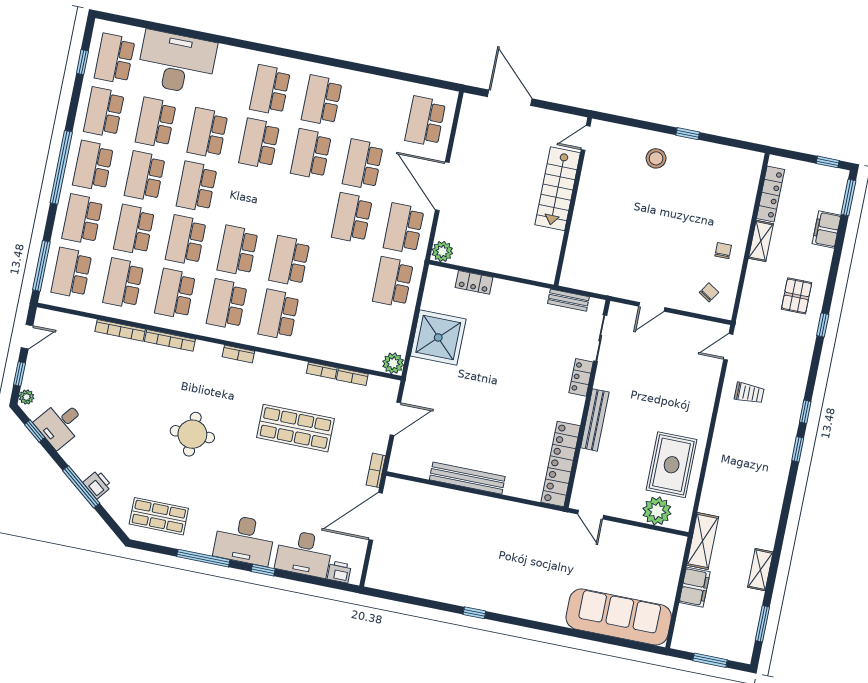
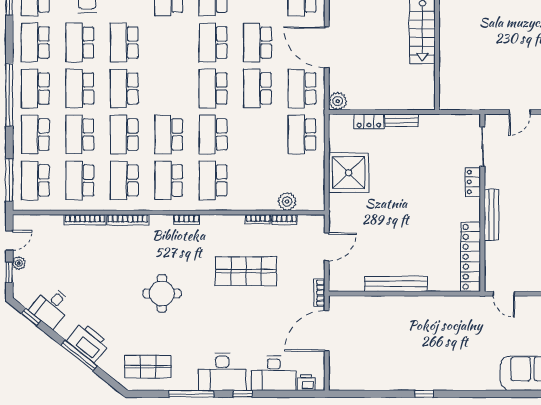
school desk: (259, 143) -> (213, 88), moved
bench: (568, 300) -> (401, 120), moved
plant: (393, 363) -> (287, 201), moved
plant: (27, 397) -> (19, 263), moved
printer: (97, 484) -> (88, 342), width x1.87, depth x1.48

